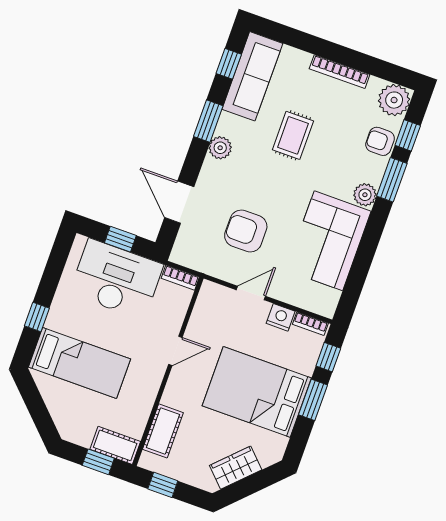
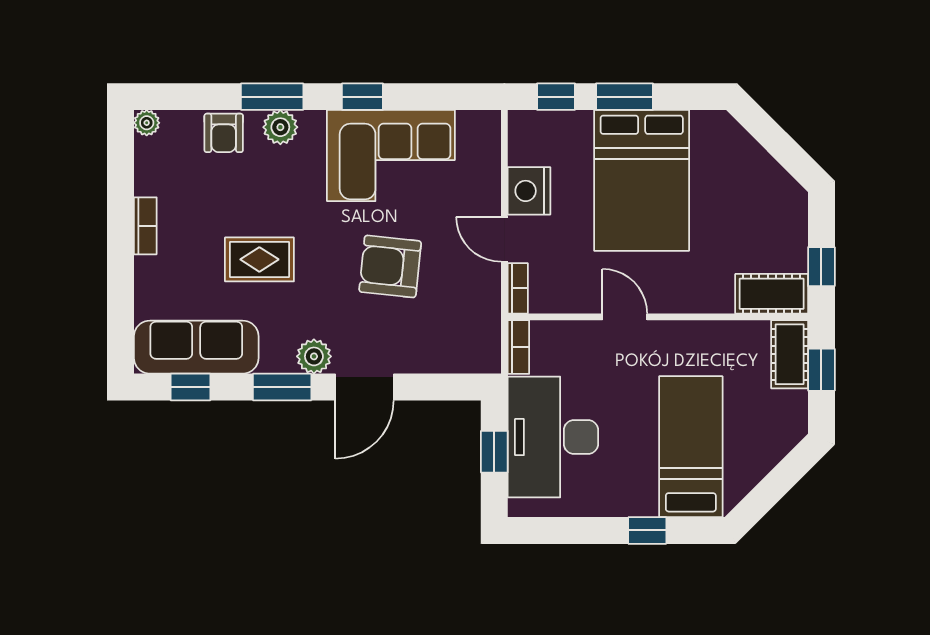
bookcase: (340, 72) -> (145, 226), width x0.64
plant: (394, 100) -> (147, 123), width x0.53, depth x0.53
window: (408, 135) -> (362, 97), moved
plant: (365, 195) -> (280, 127), moved
door: (179, 202) -> (364, 387), moved
armchair: (246, 231) -> (390, 266), moved, turned 96
nightstand: (281, 317) -> (529, 191), width x1.36, depth x1.33
bookcase: (310, 324) -> (518, 288), moved
cot: (163, 431) -> (772, 294), moved
wardrobe: (236, 468) -> (760, 172), removed

